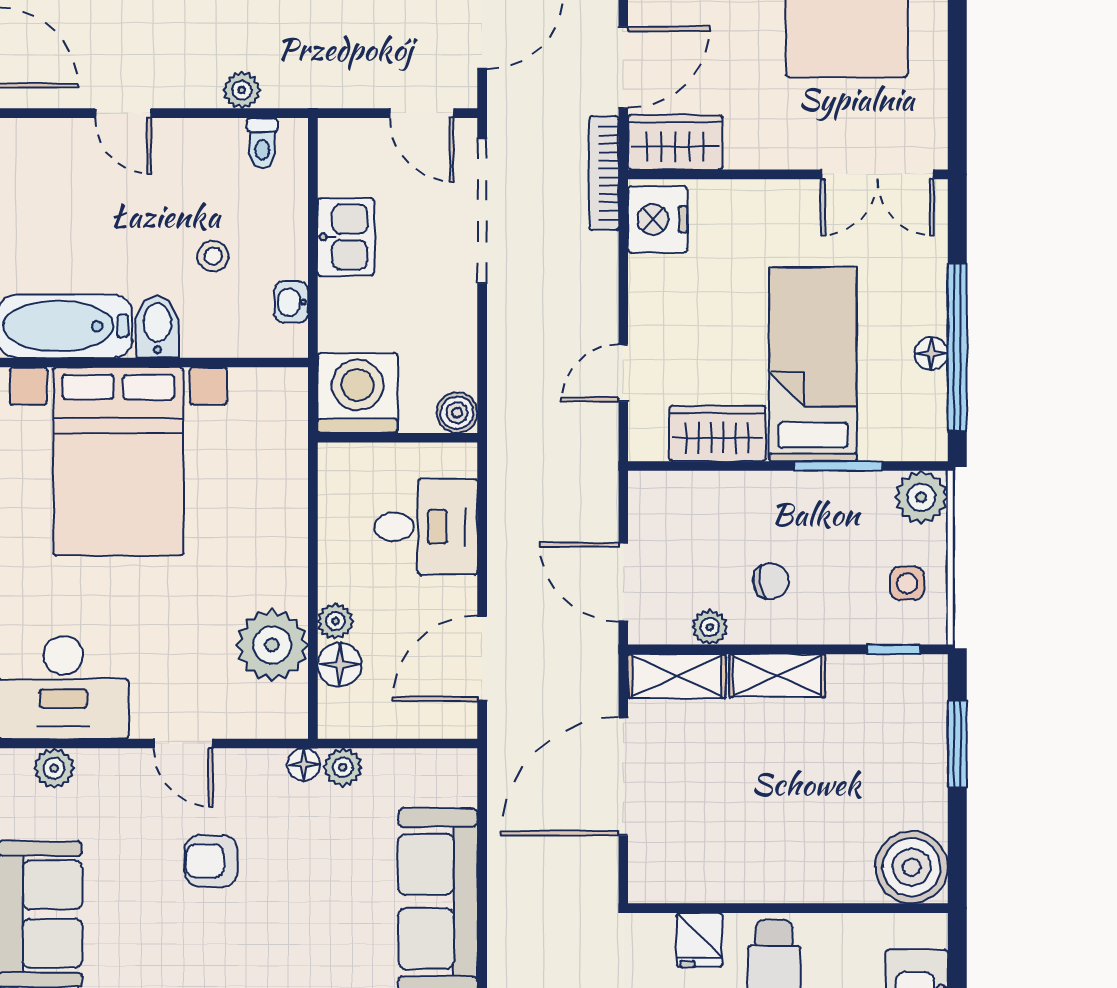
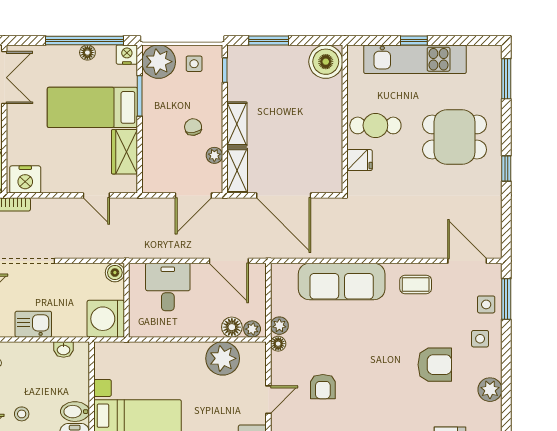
stool: (213, 256) -> (22, 414), moved
nightstand: (927, 438) -> (127, 55), added
plant: (921, 497) -> (159, 62), width x1.36, depth x1.36
plant: (335, 621) -> (252, 329), moved

